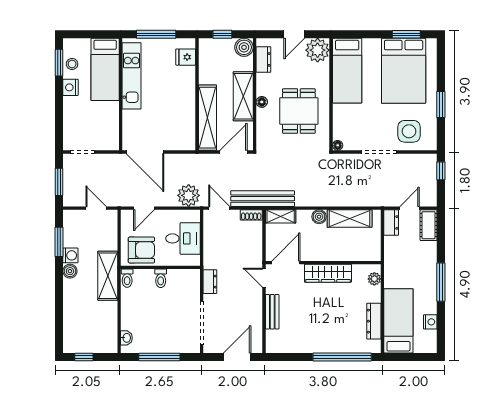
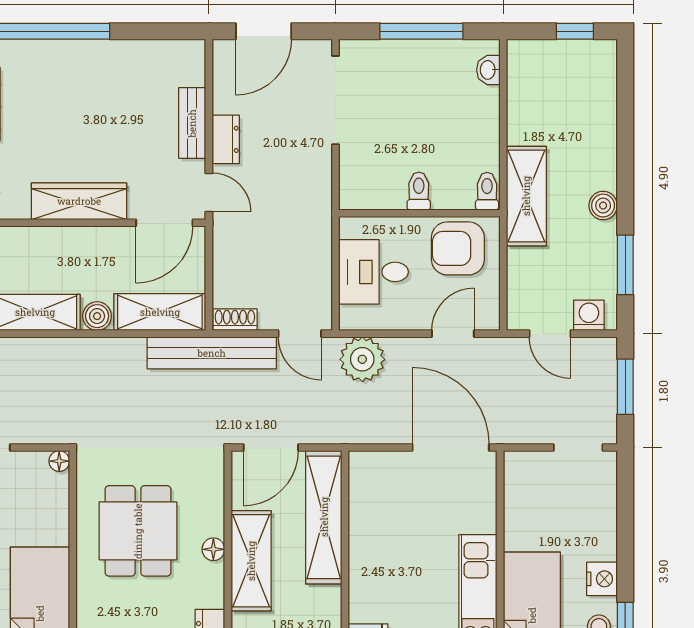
shelving: (281, 216) -> (160, 312), width x1.50, depth x1.33
washing machine: (70, 255) -> (589, 315), moved, turned 90
dresser: (210, 282) -> (226, 139), moved, turned 180

